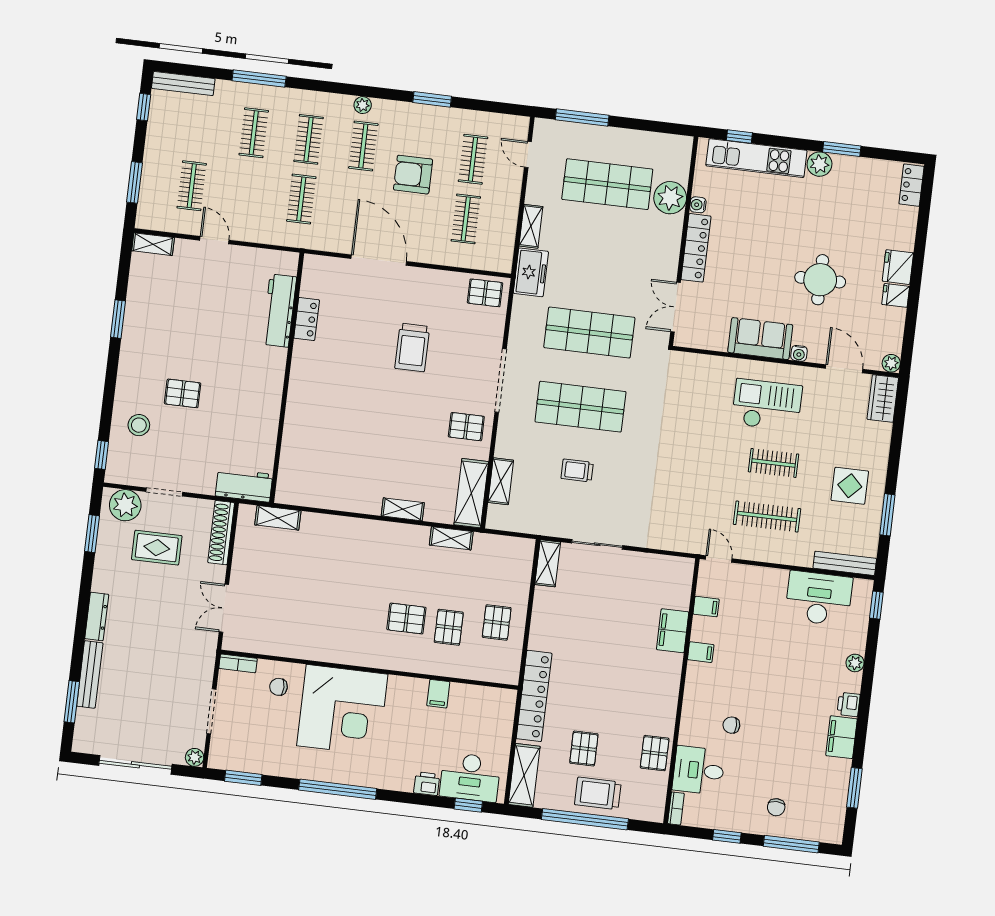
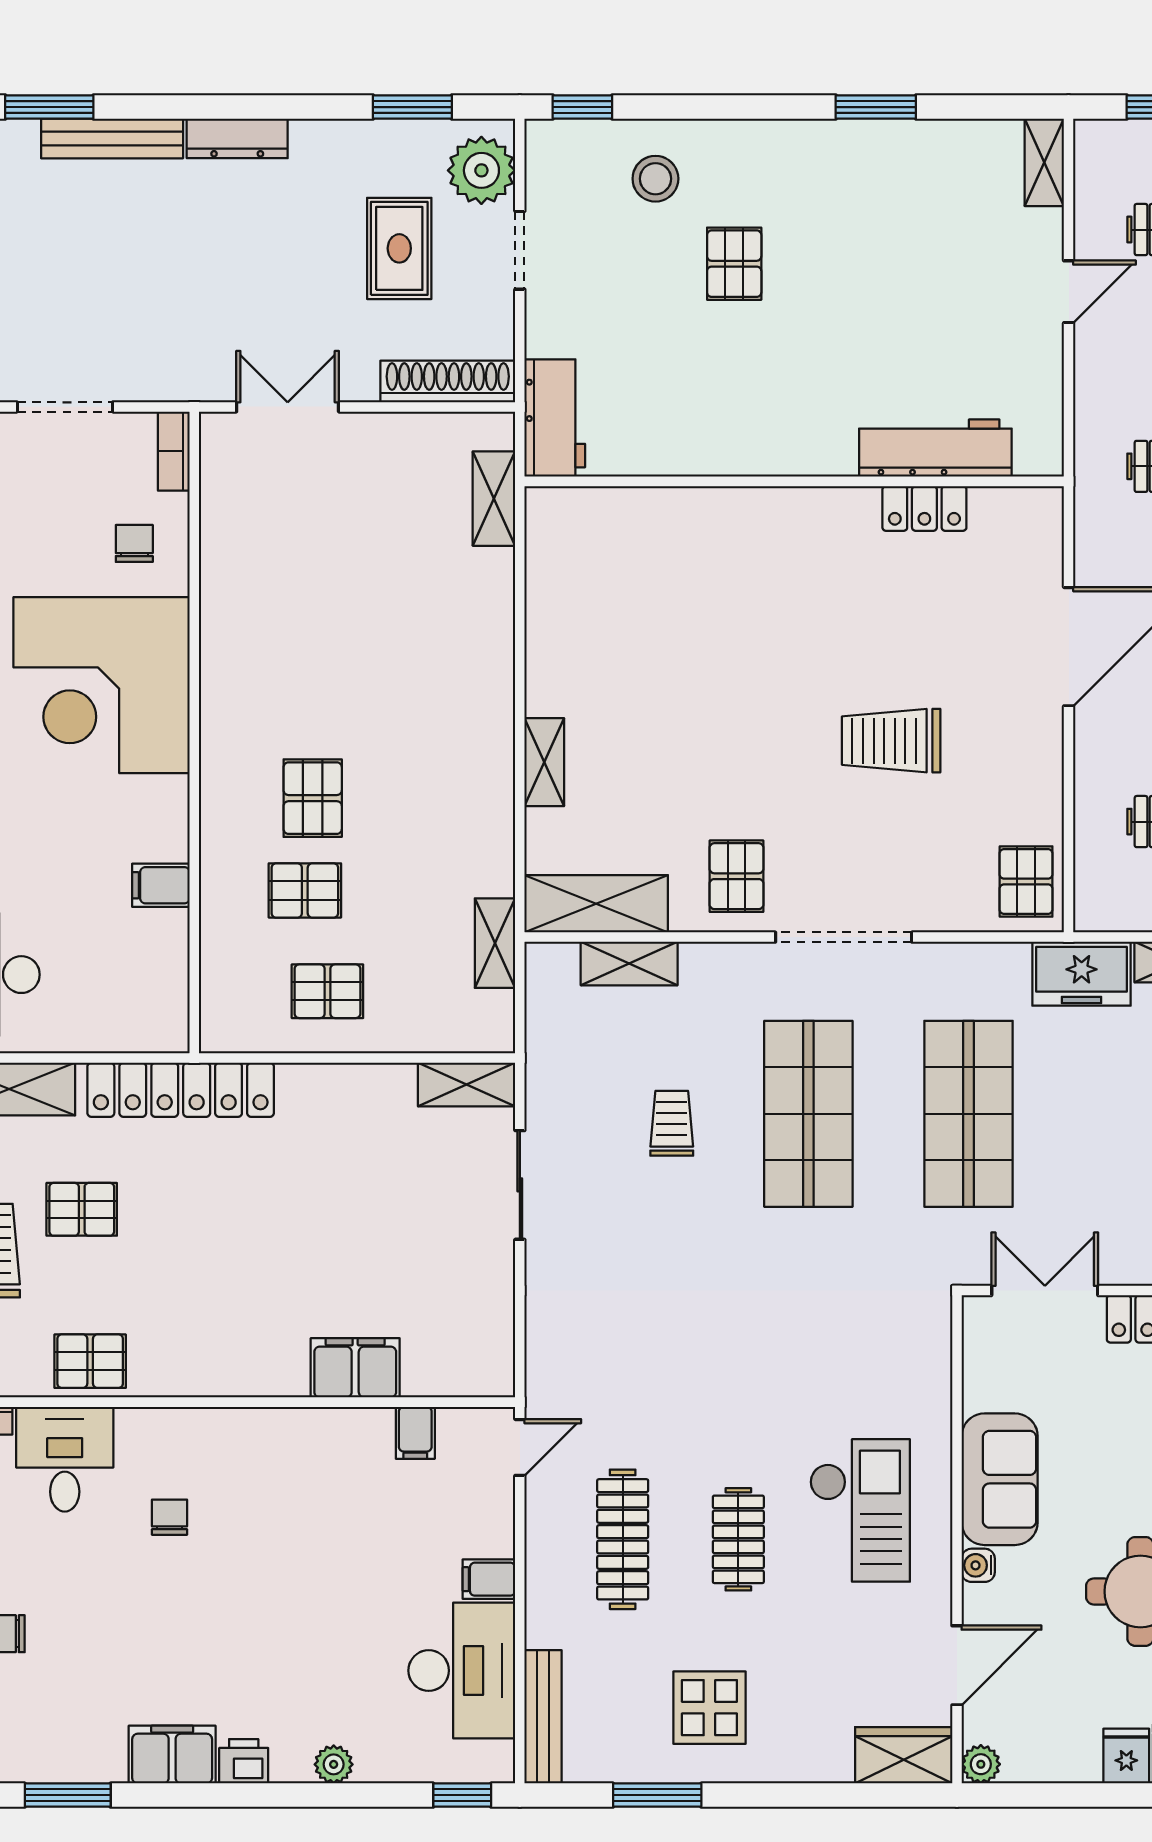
shelving: (451, 538) -> (495, 943), moved
filing cabinet: (701, 652) -> (489, 1579), moved, turned 90

